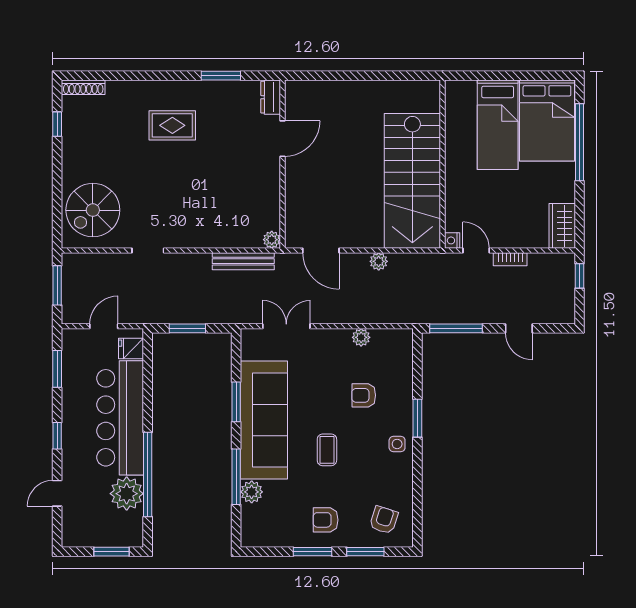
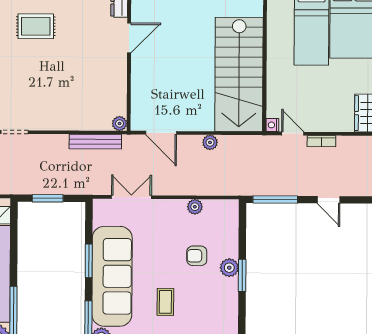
plant: (402, 409) -> (229, 268), added
side table: (397, 444) -> (225, 297), removed

